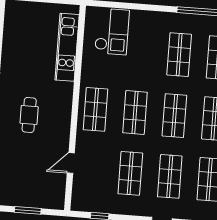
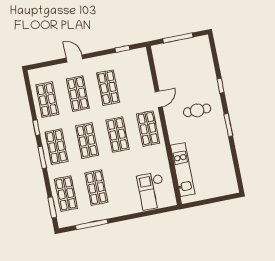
cafe table: (29, 115) -> (197, 110), turned 90
door: (71, 163) -> (159, 99), moved
window: (28, 210) -> (178, 38), width x1.44

